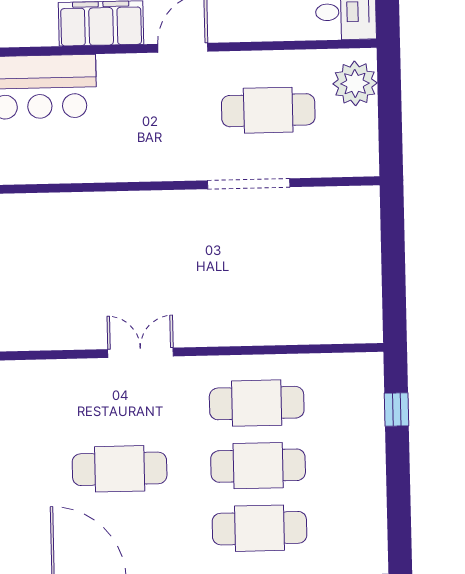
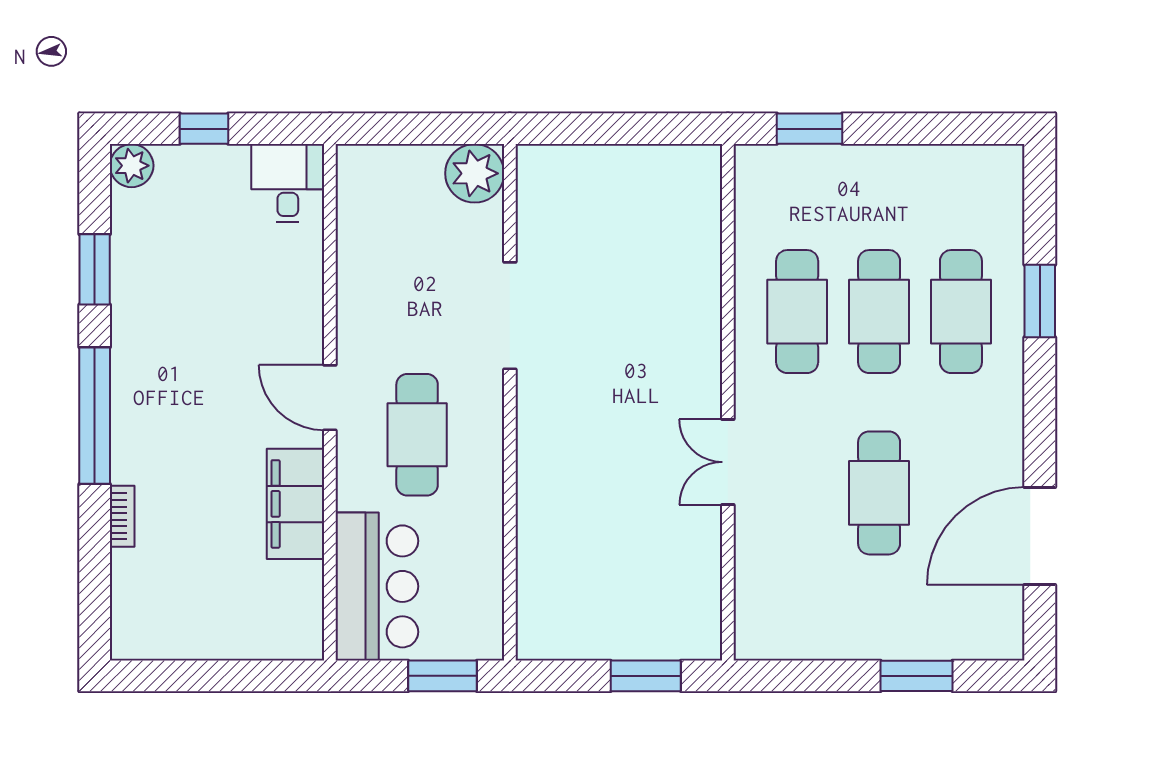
plant: (355, 83) -> (475, 173), moved
cafe table: (268, 110) -> (417, 435), moved
window: (397, 409) -> (810, 129), width x1.50

